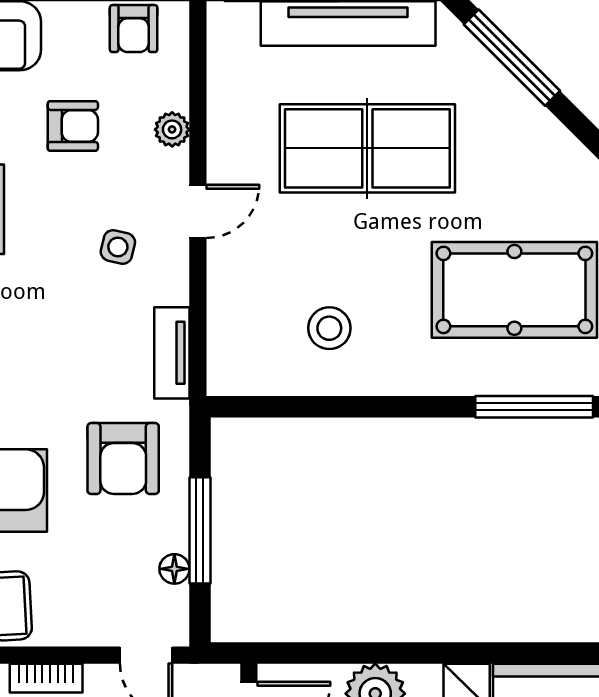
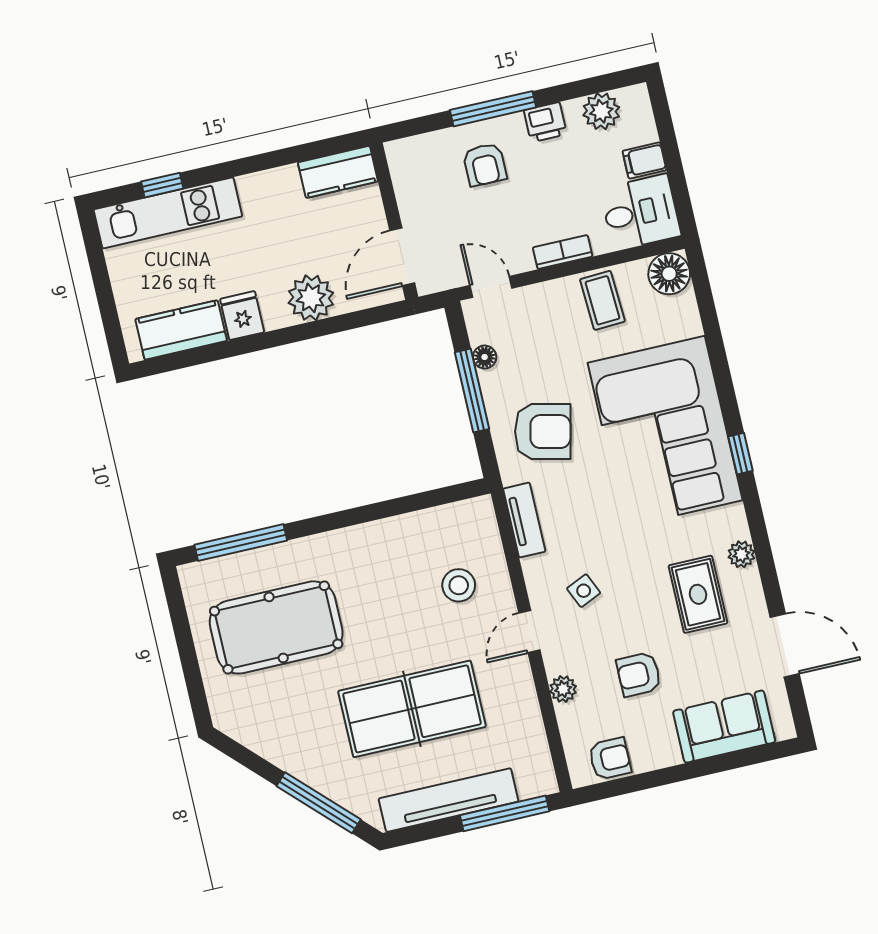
armchair: (134, 29) -> (610, 759), turned 90
side table: (118, 247) -> (584, 591), turned -37
stool: (329, 328) -> (459, 585), moved
armchair: (123, 459) -> (543, 432), turned 103

